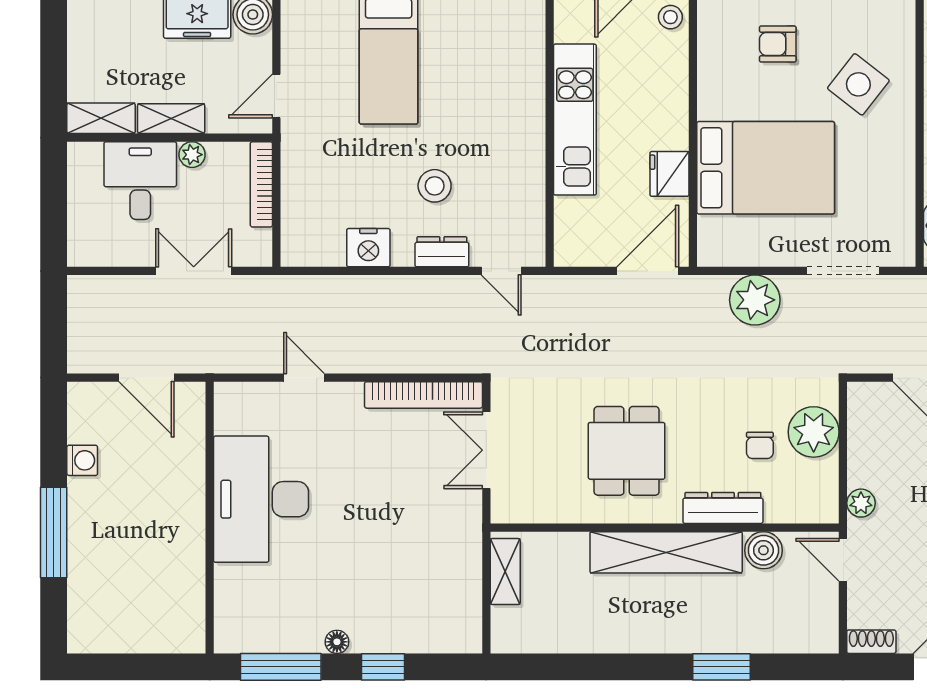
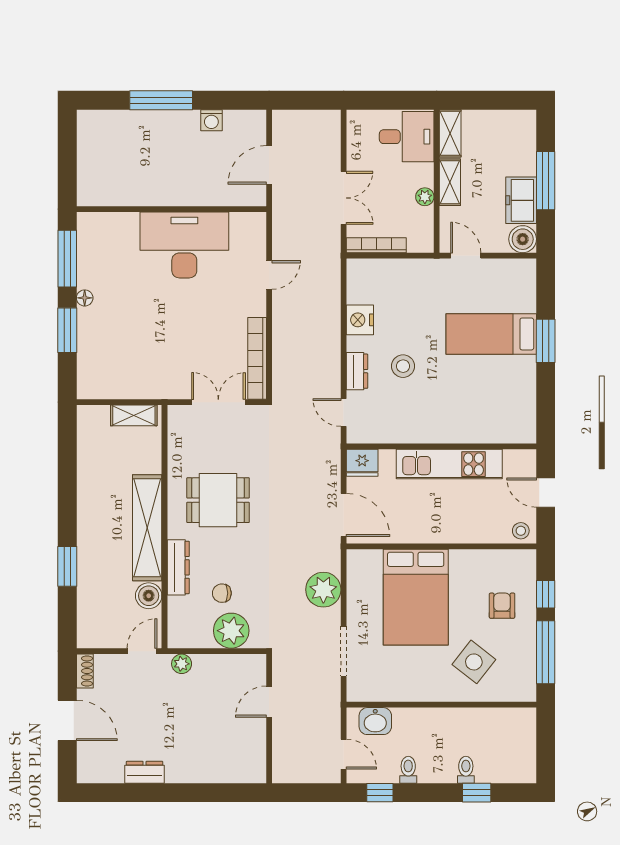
fridge: (669, 174) -> (362, 463), moved, turned 180
desk: (140, 181) -> (407, 137), moved
bookcase: (261, 184) -> (376, 245), moved
door: (501, 271) -> (344, 413), hinge flipped
window: (383, 667) -> (67, 330), width x1.50

